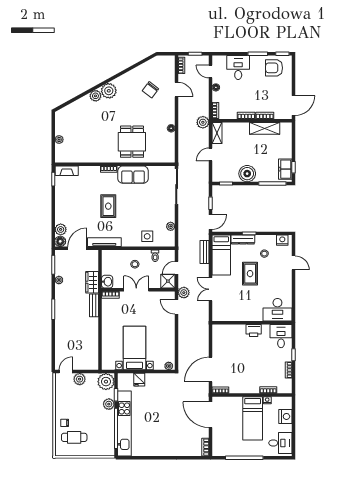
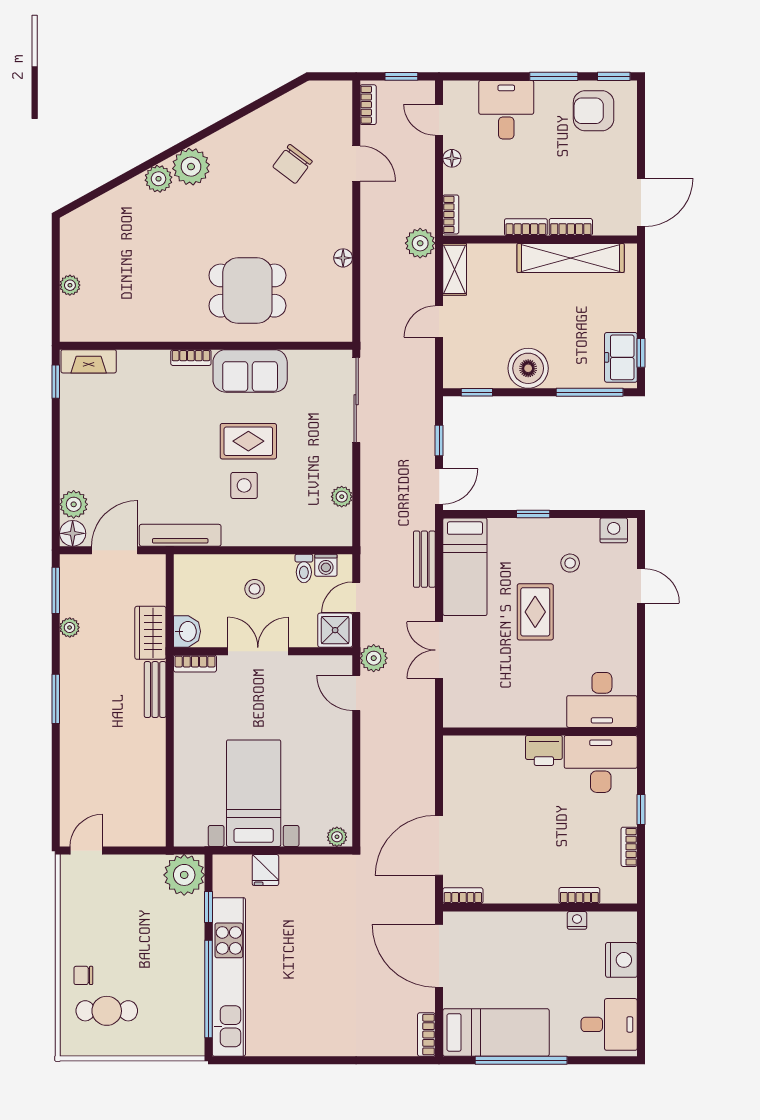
shelving: (265, 128) -> (571, 258), width x1.47
dining table: (132, 142) -> (247, 291), turned 90
rug: (108, 206) -> (248, 441), moved, turned 90
side table: (147, 236) -> (244, 485), moved
dresser: (243, 240) -> (518, 529), removed
washing machine: (164, 254) -> (326, 565), added
desk: (281, 336) -> (601, 764), width x1.37
plant: (80, 379) -> (120, 869), removed
plant: (109, 404) -> (191, 930), removed
bed: (253, 418) -> (496, 1032), moved, turned -90

